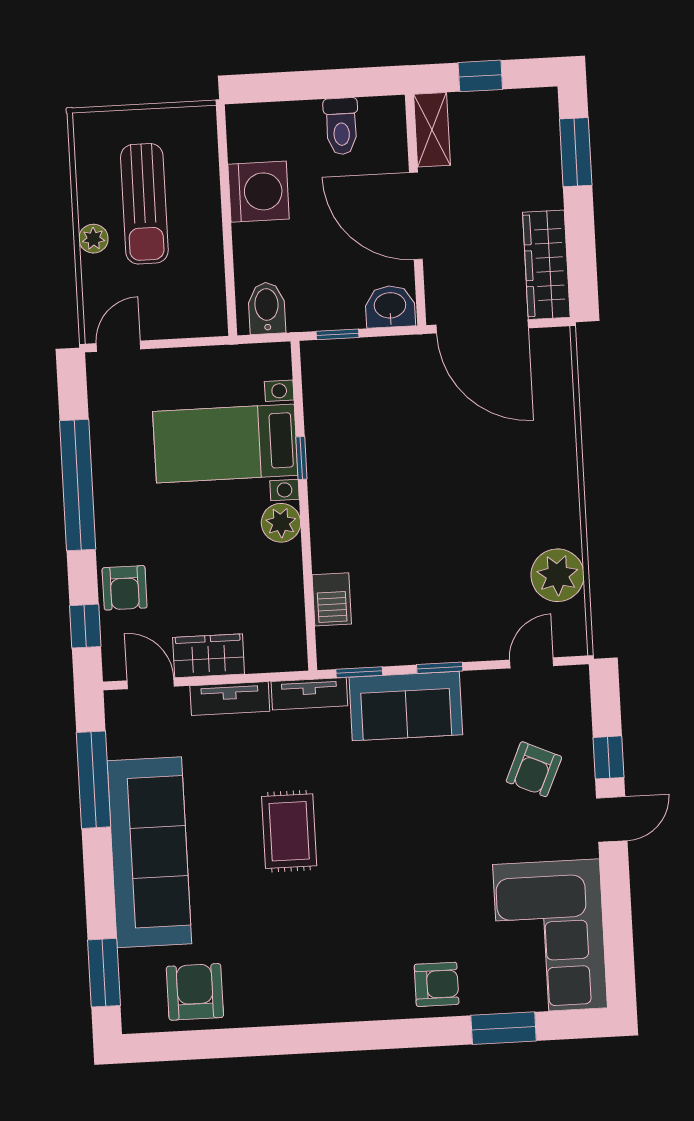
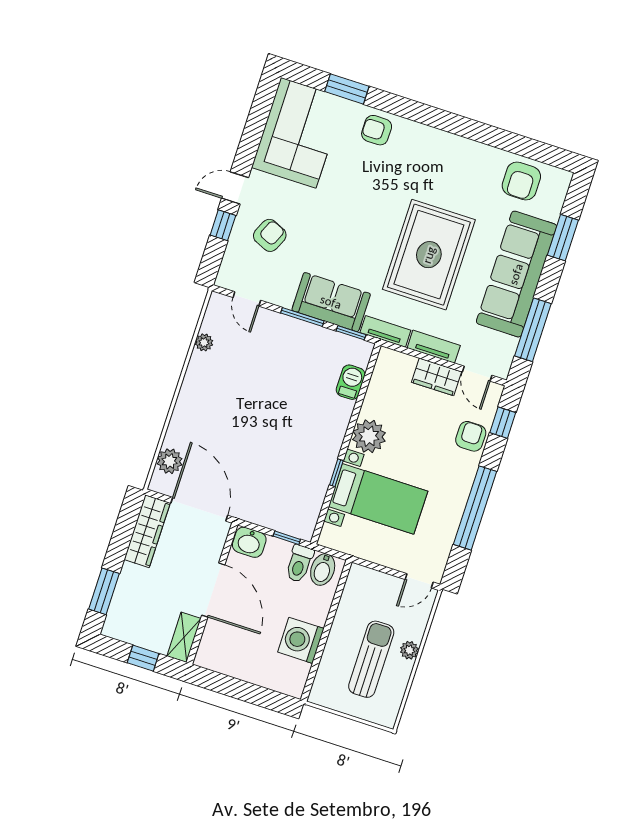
toilet: (341, 126) -> (299, 564), moved, turned 180
plant: (553, 380) -> (170, 461), added
plant: (281, 523) -> (369, 436), width x1.36, depth x1.36
plant: (557, 575) -> (204, 342), width x0.53, depth x0.53
door: (532, 663) -> (247, 299), hinge flipped
window: (440, 668) -> (302, 317), width x1.50
rug: (289, 831) -> (429, 255), width x1.86, depth x2.06
window: (104, 973) -> (563, 238), moved

